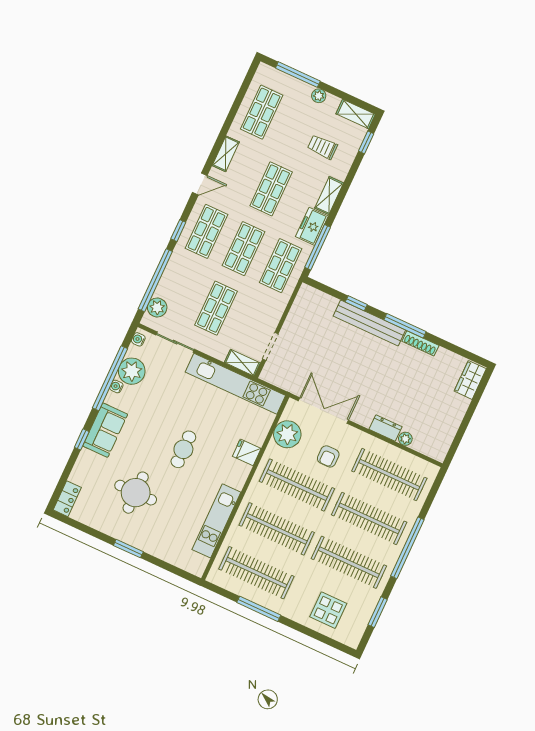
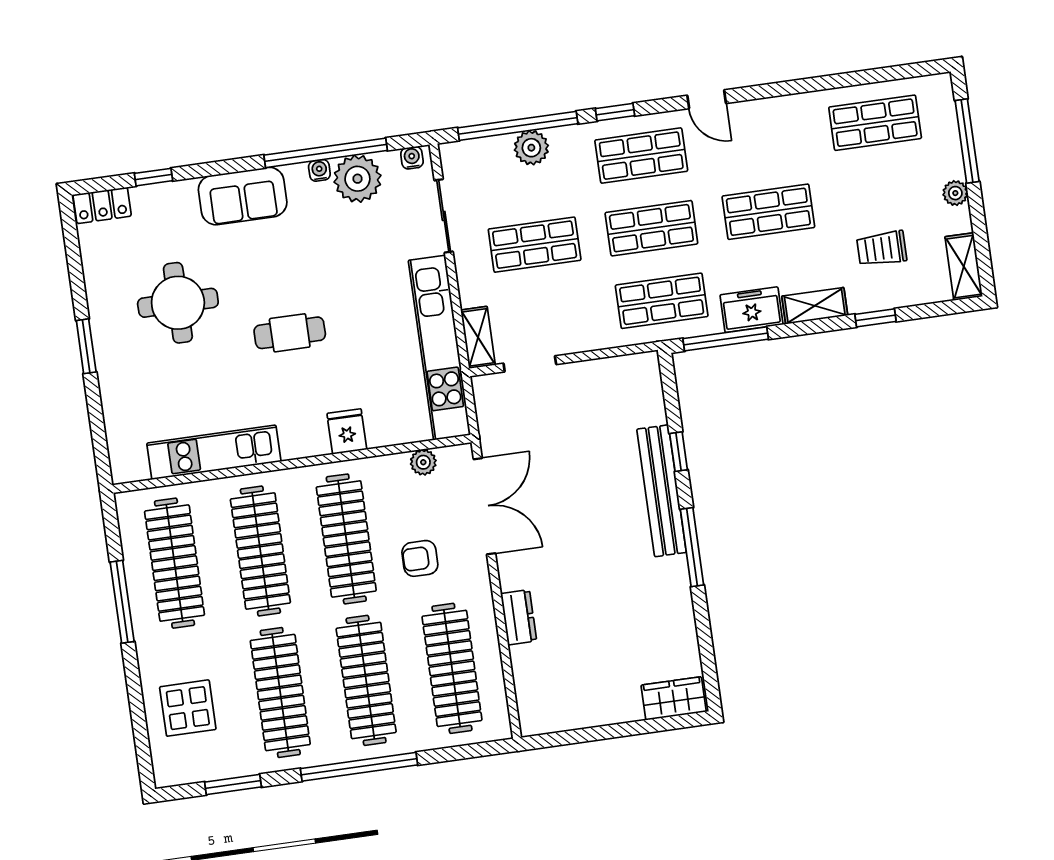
window: (366, 142) -> (876, 318), moved
trolley: (322, 147) -> (882, 249), turned -90
shelving: (226, 154) -> (777, 109), removed
plant: (157, 307) -> (531, 148), moved
shoe rack: (420, 343) -> (680, 588), removed
plant: (287, 434) -> (423, 462), width x0.53, depth x0.53
window: (82, 439) -> (154, 177), moved
plant: (405, 439) -> (522, 658), removed

